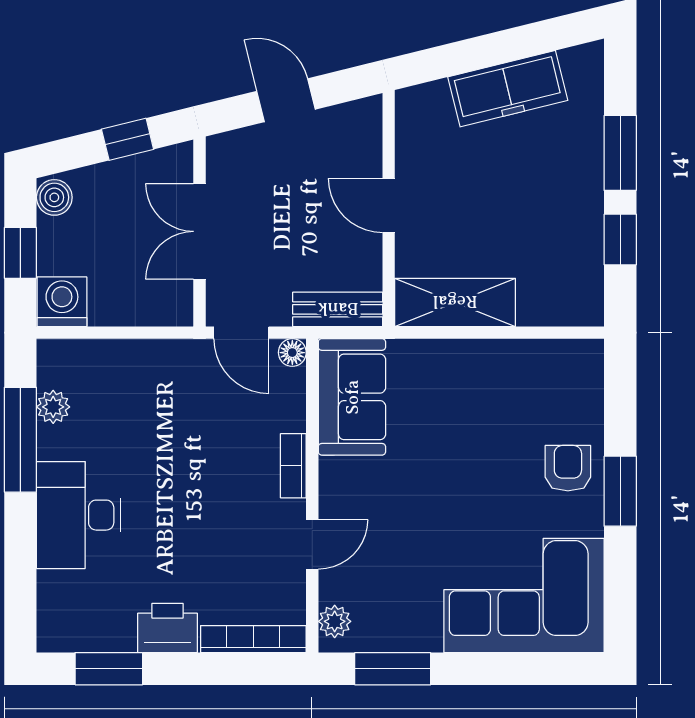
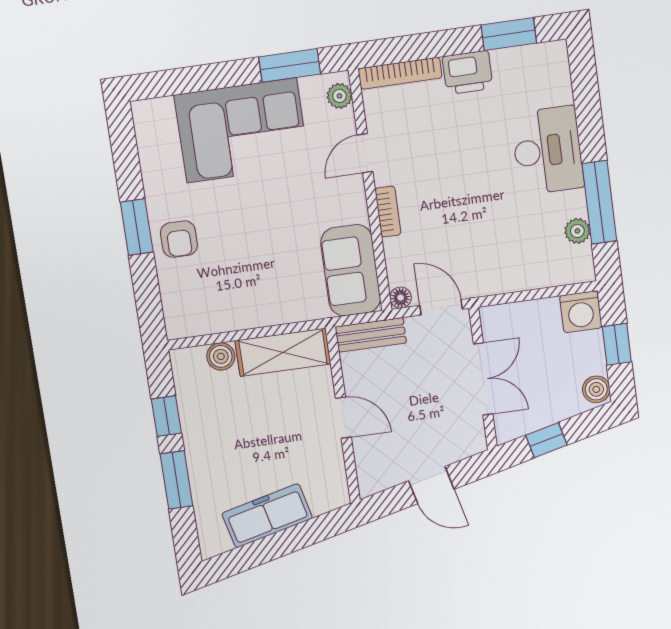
boiler: (537, 308) -> (221, 356), added
corner sofa: (524, 595) -> (242, 130), moved

